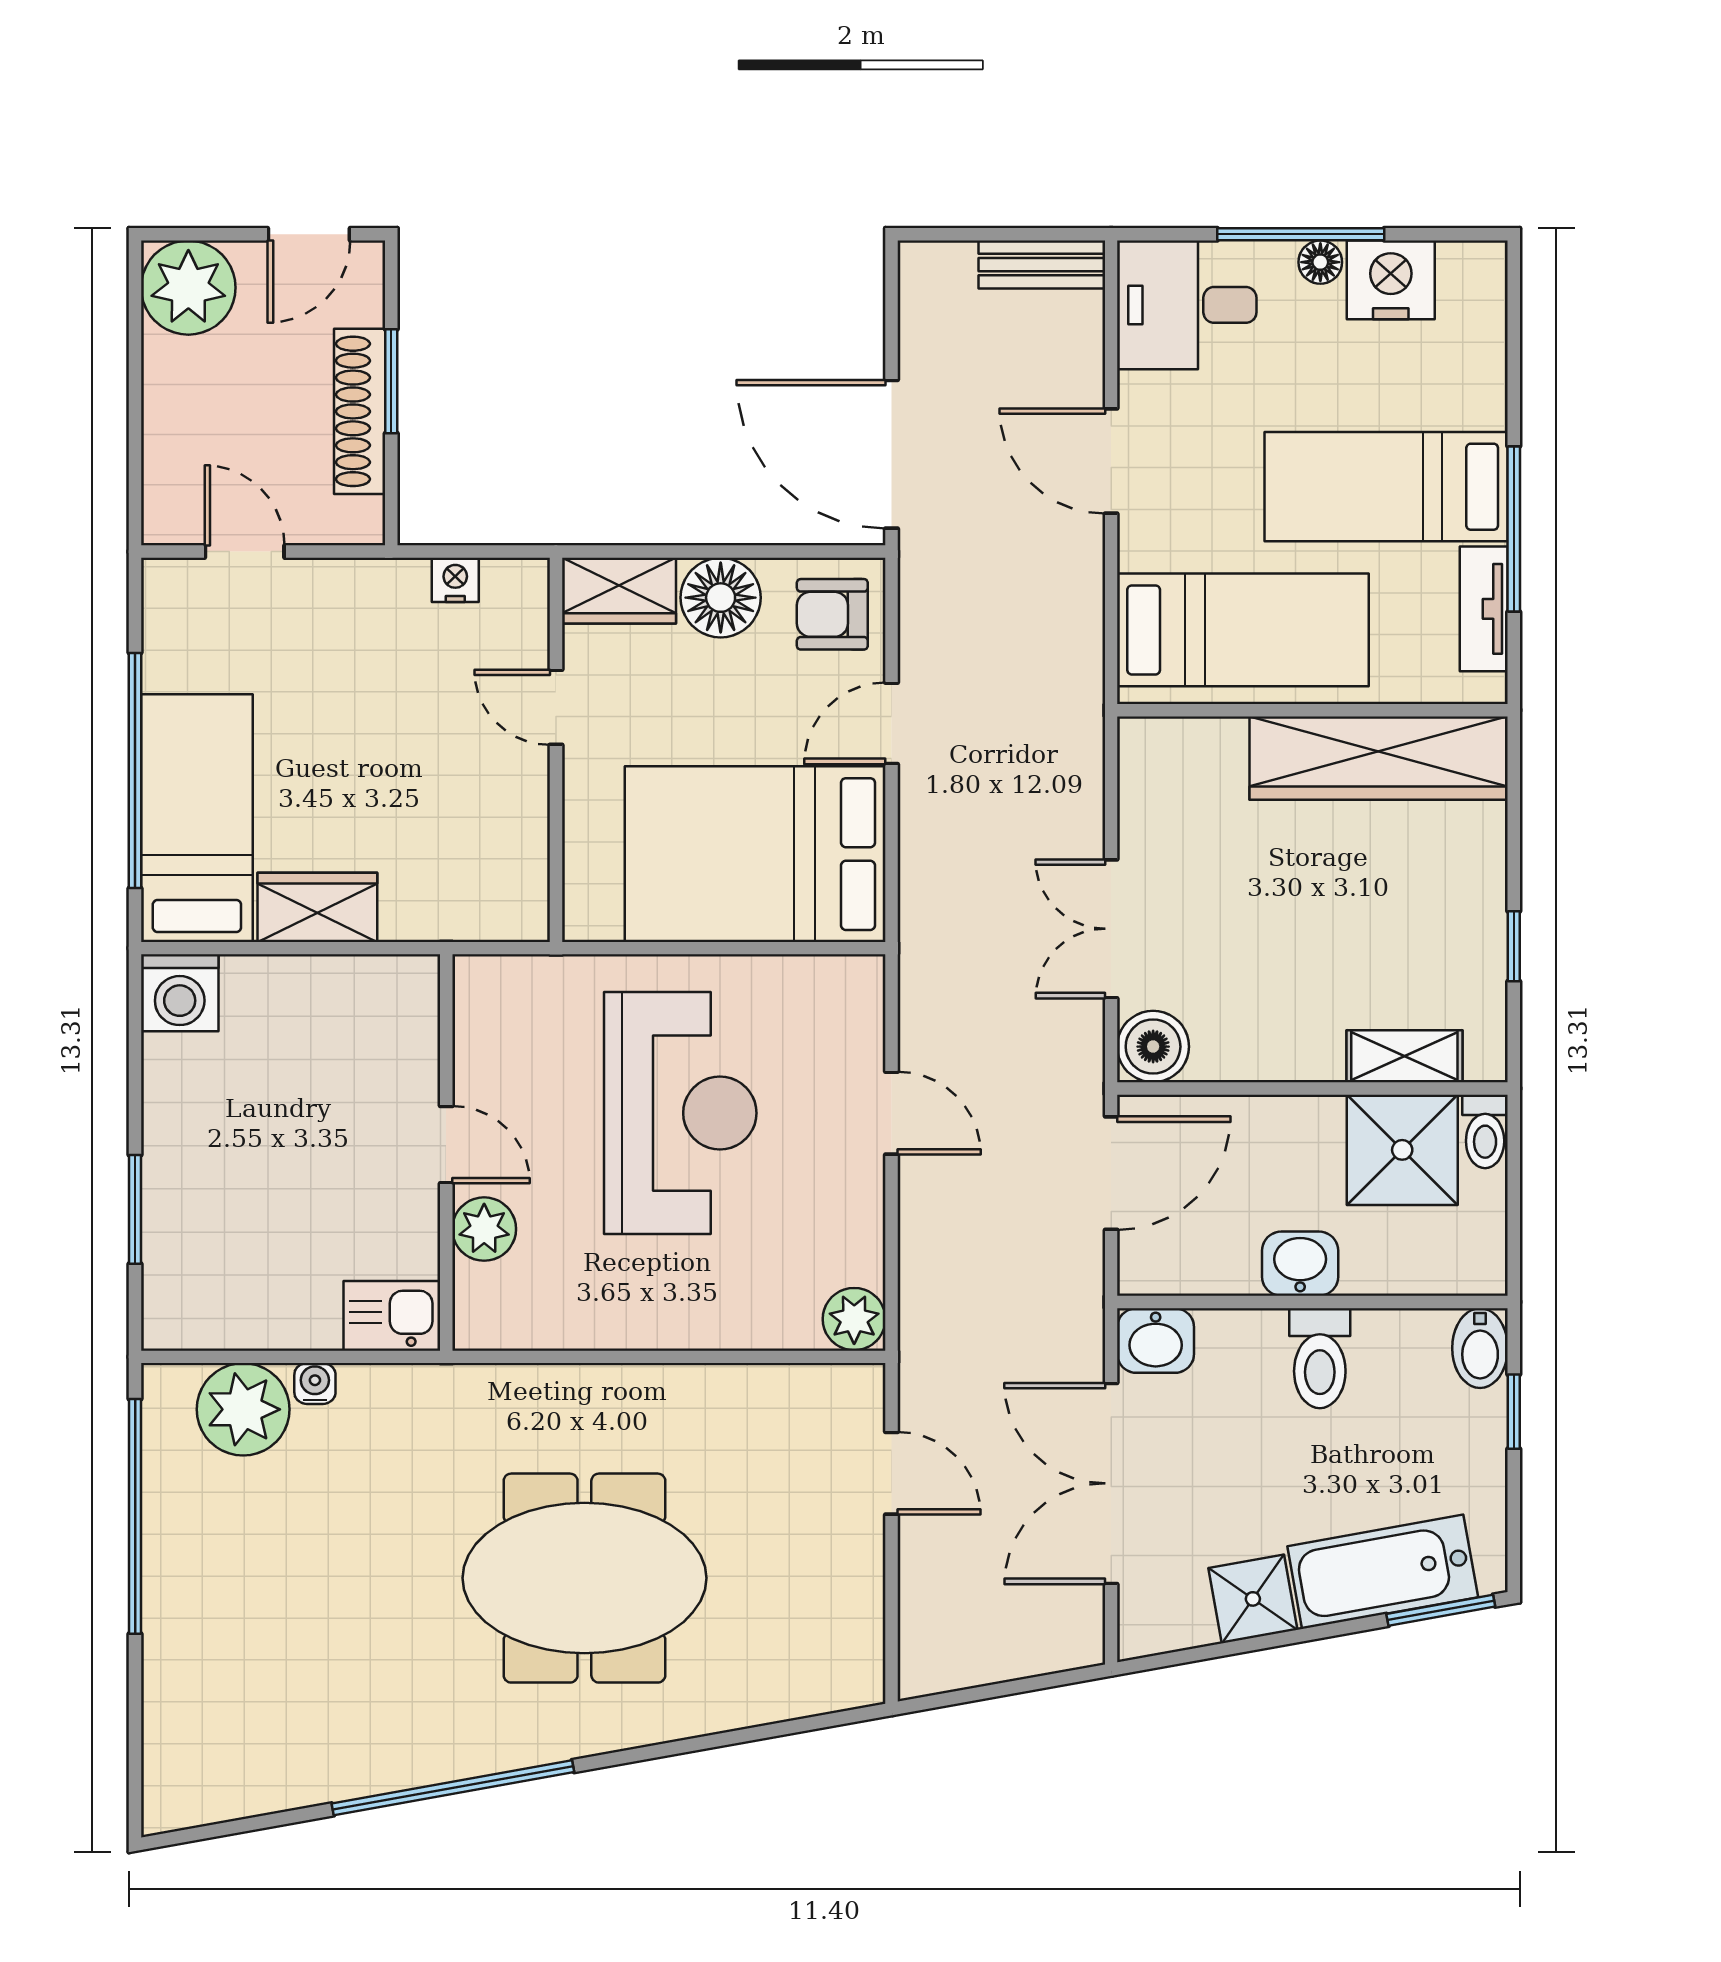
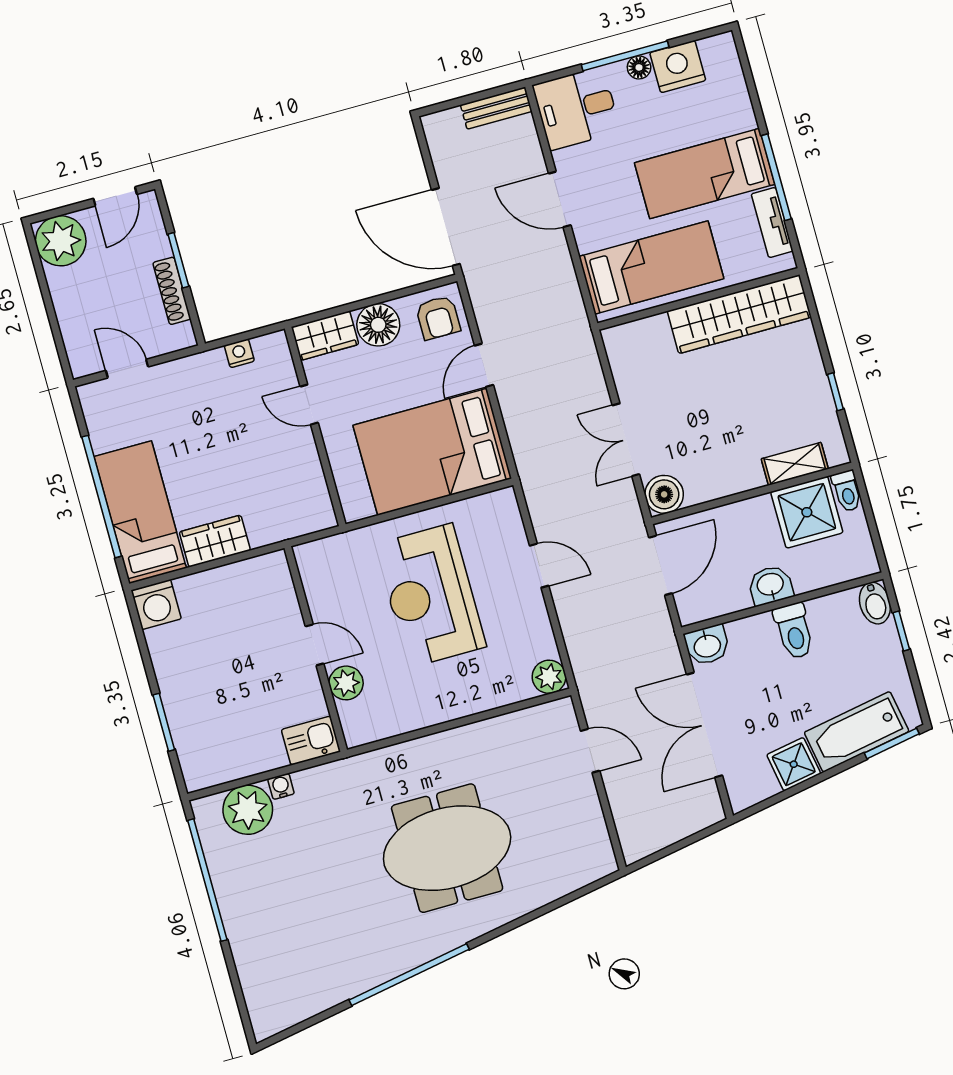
shoe rack: (360, 411) -> (172, 291), width x0.74, depth x0.81
armchair: (832, 614) -> (438, 318), turned -90
reception desk: (680, 1113) -> (430, 595), turned 180

